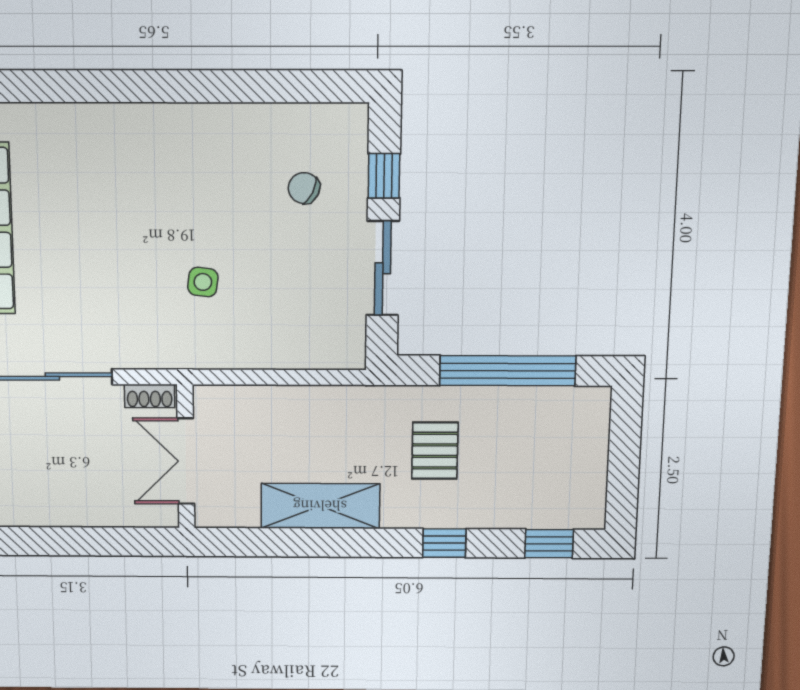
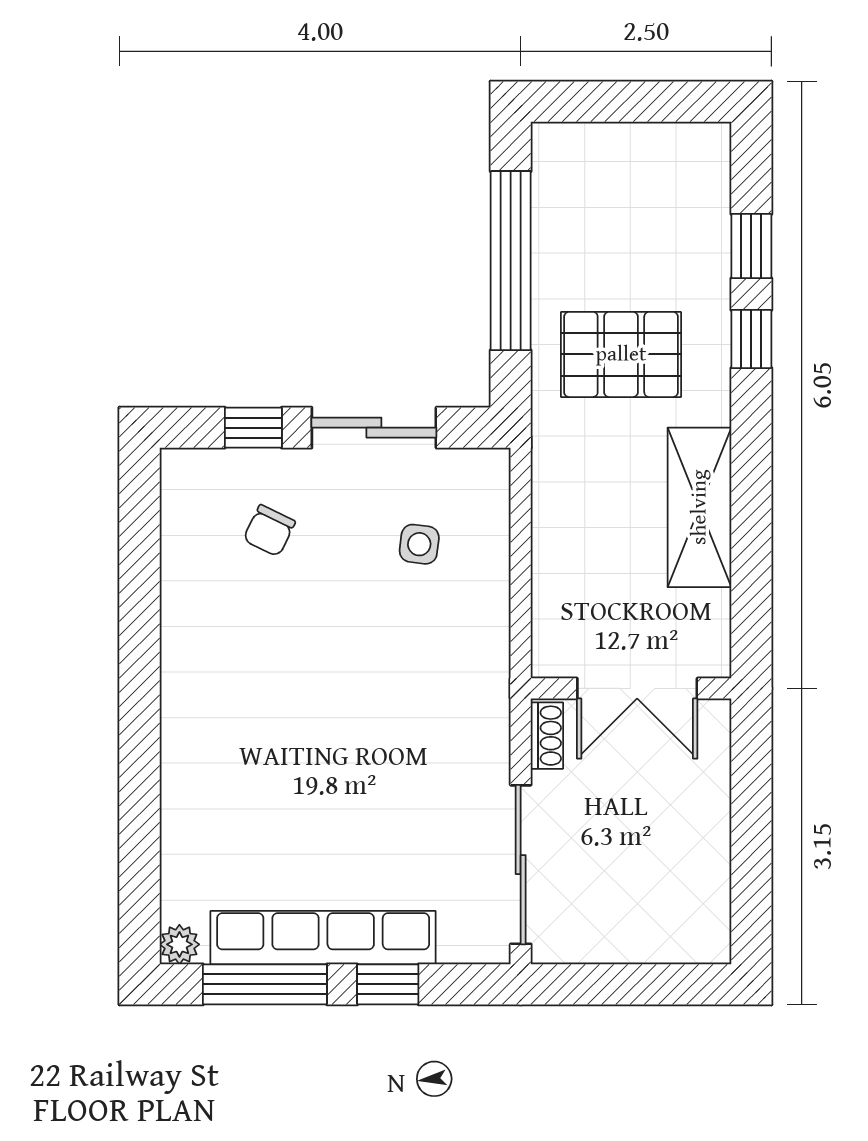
side table: (203, 282) -> (419, 544), moved
pallet: (435, 451) -> (621, 354), width x1.50, depth x1.42
window: (549, 544) -> (751, 246), moved

